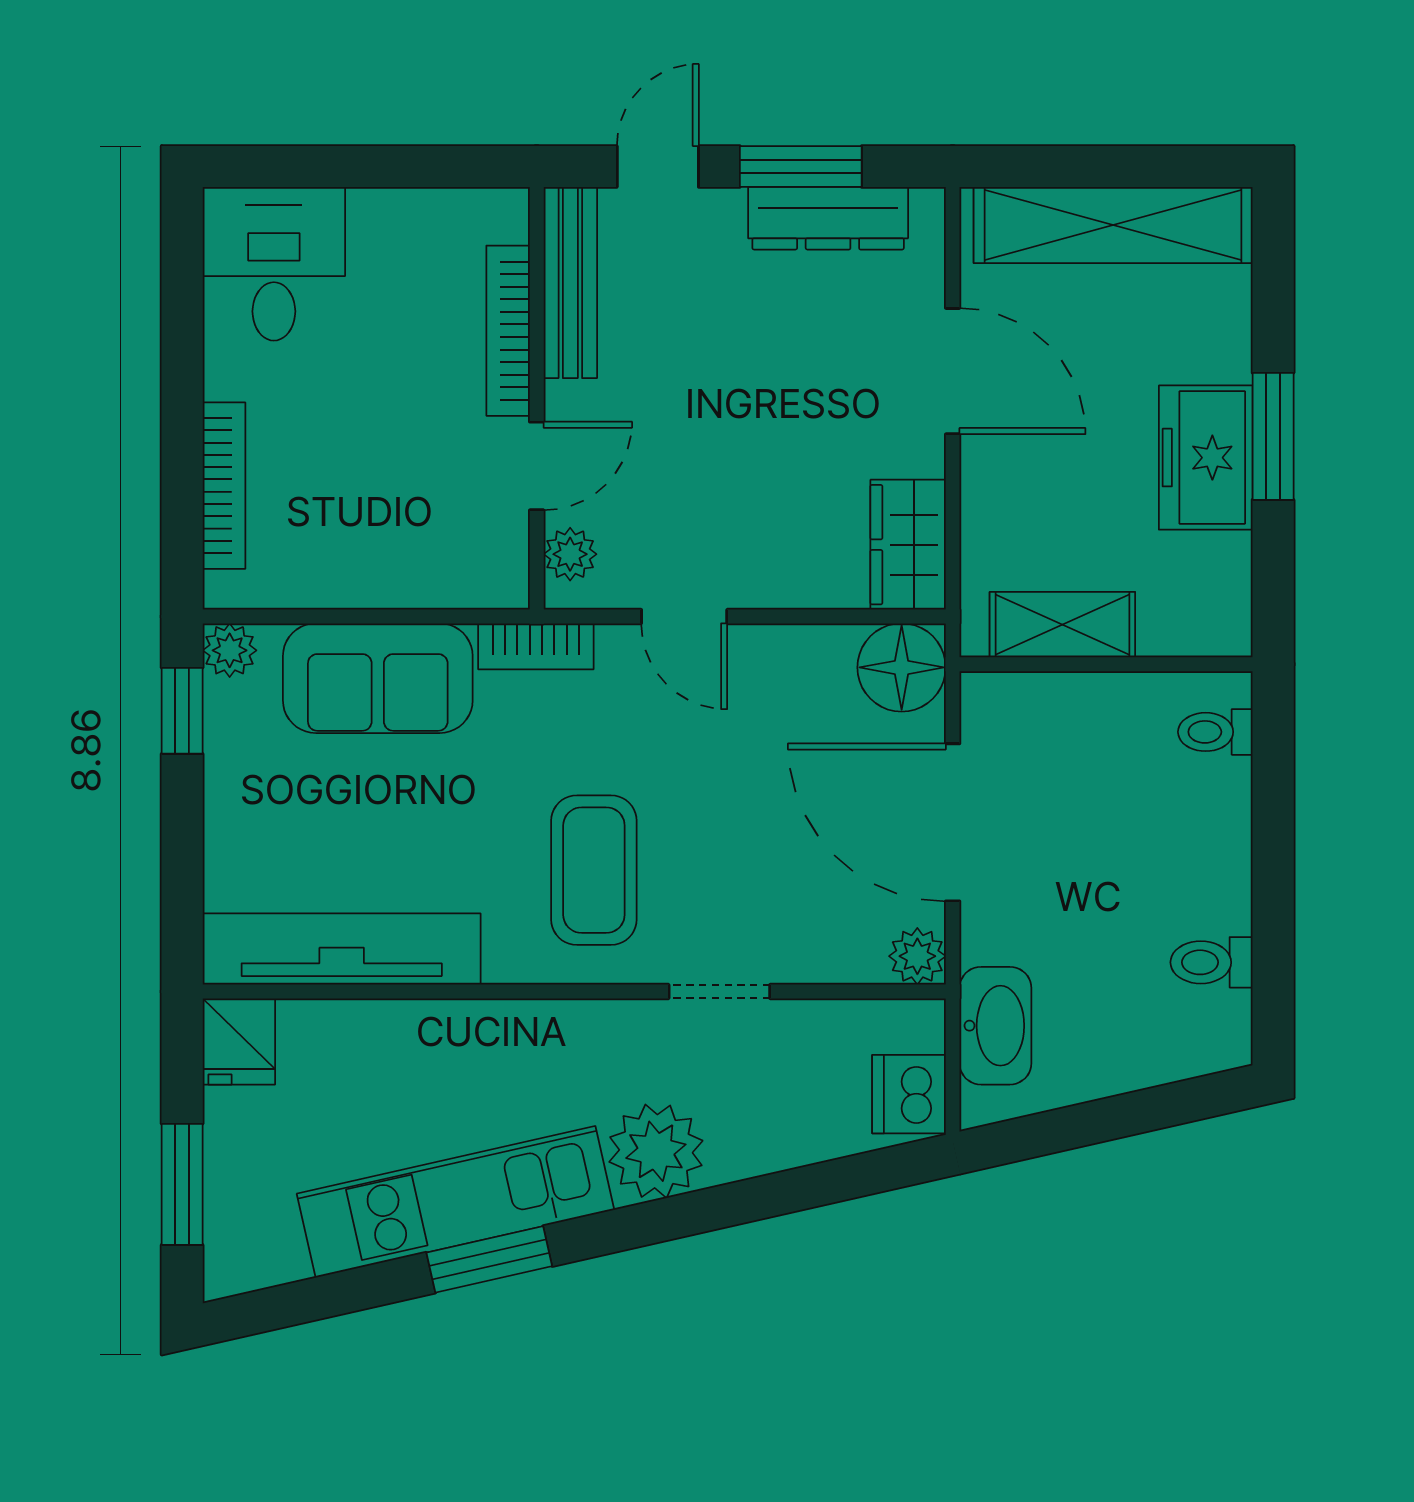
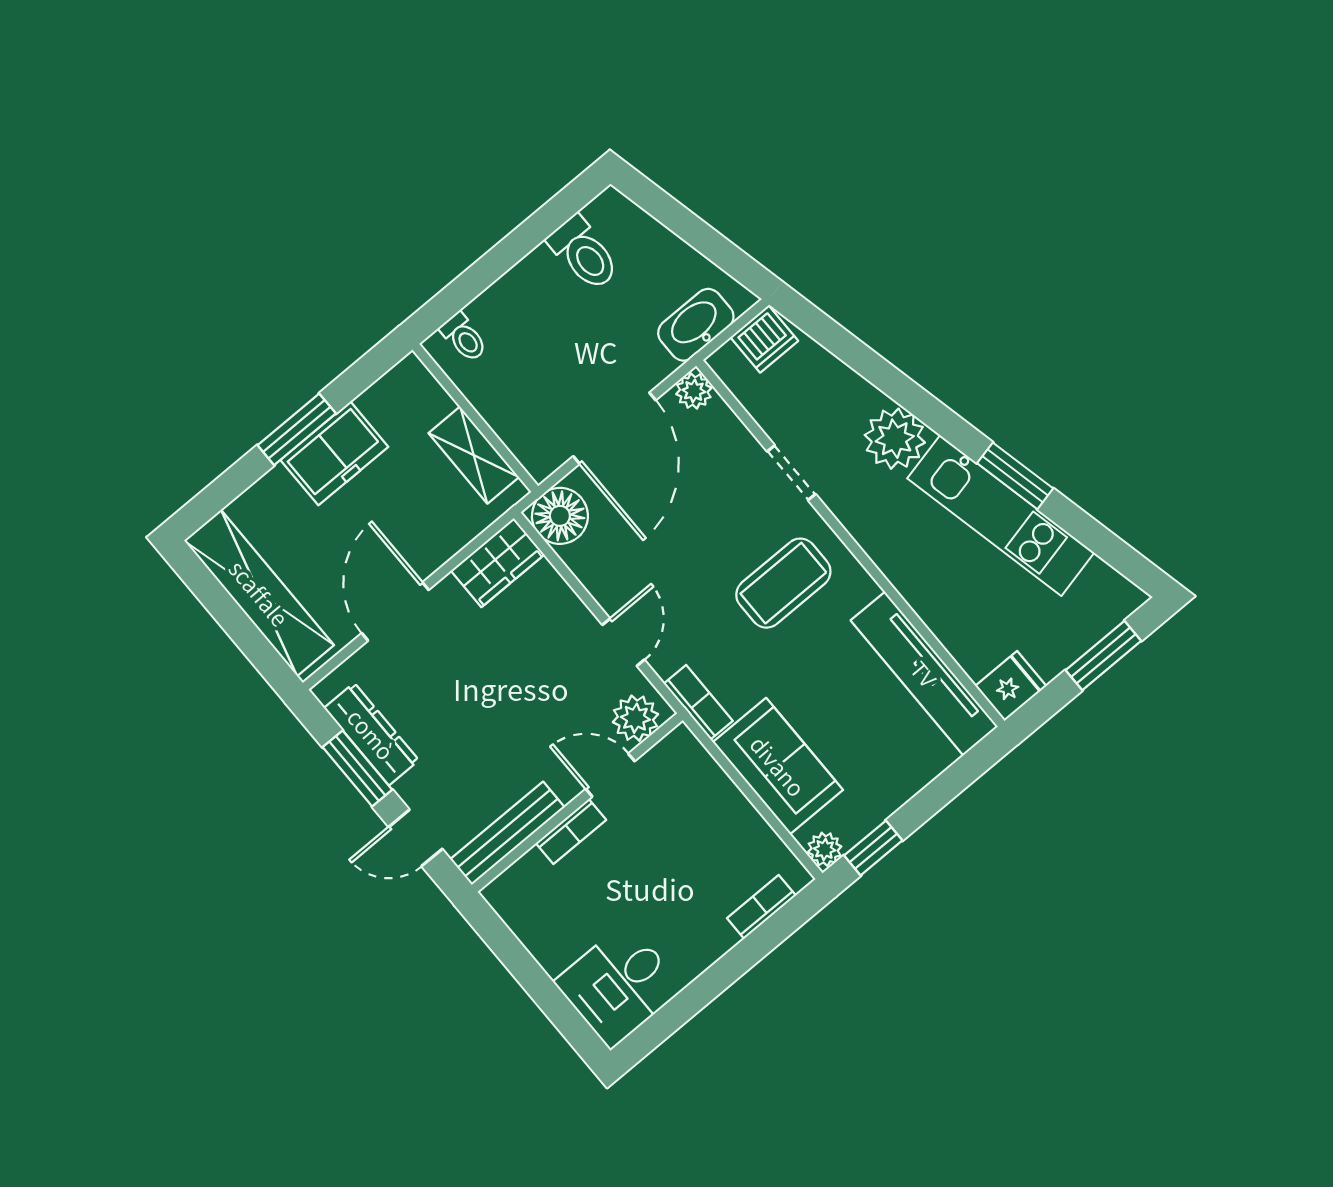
bookcase: (508, 331) -> (571, 831), width x0.64
bookcase: (224, 486) -> (761, 907), width x0.64
plant: (570, 554) -> (635, 718), width x1.38, depth x1.38
toilet: (1212, 962) -> (584, 253), width x1.37, depth x1.39

